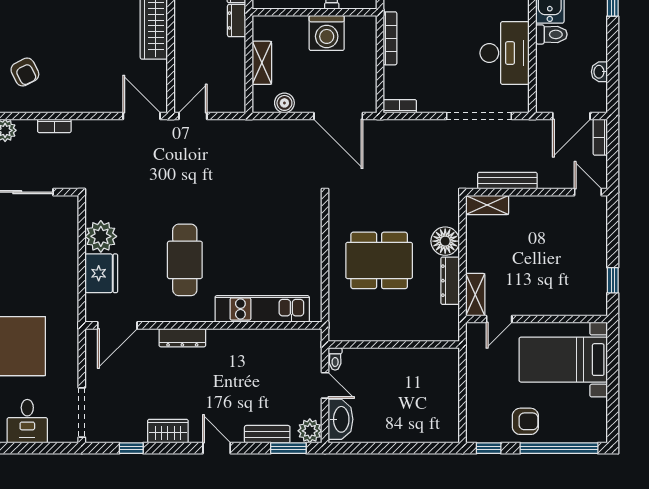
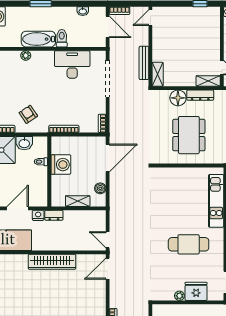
plant: (101, 236) -> (179, 296), width x0.53, depth x0.53

